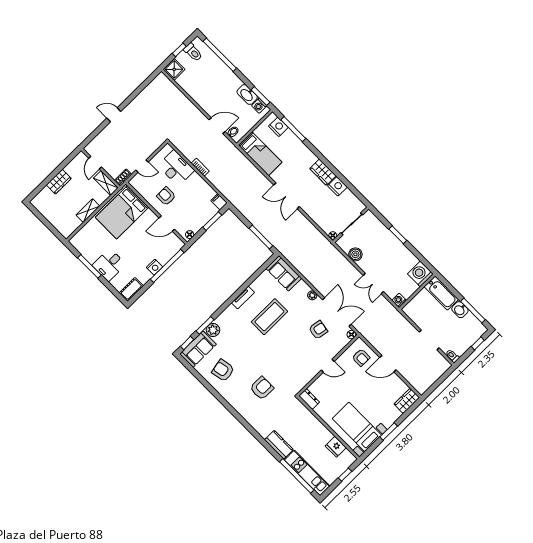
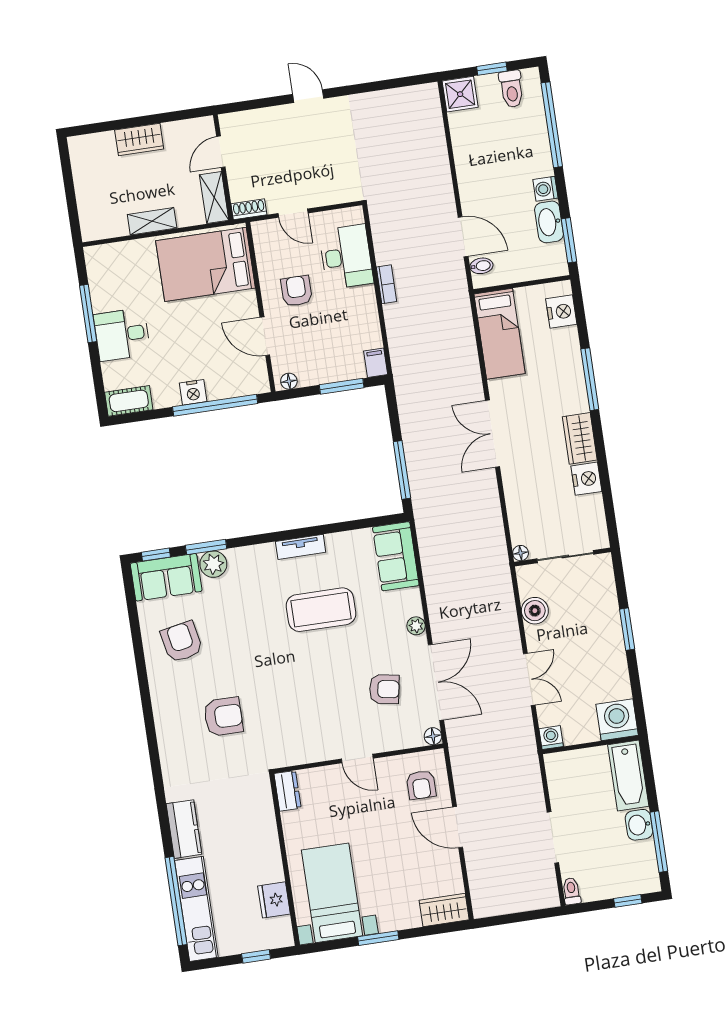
washing machine: (259, 106) -> (545, 189), moved
window: (293, 129) -> (590, 379), moved
double door: (373, 284) -> (529, 679), swing flipped

